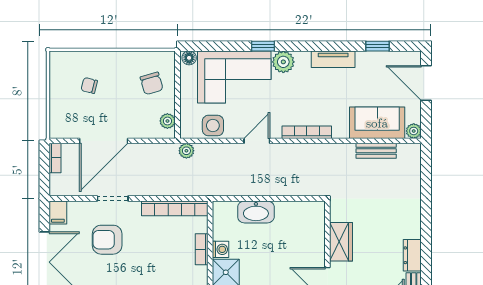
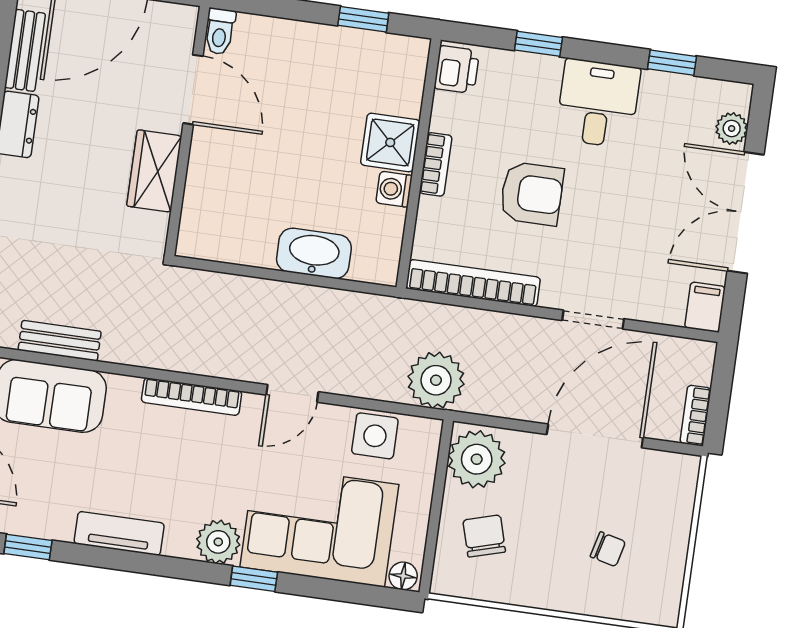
plant: (167, 121) -> (477, 459), width x1.88, depth x1.88
plant: (186, 151) -> (436, 380), width x1.88, depth x1.88
armchair: (107, 240) -> (532, 194), moved
bookcase: (202, 249) -> (436, 164), moved

